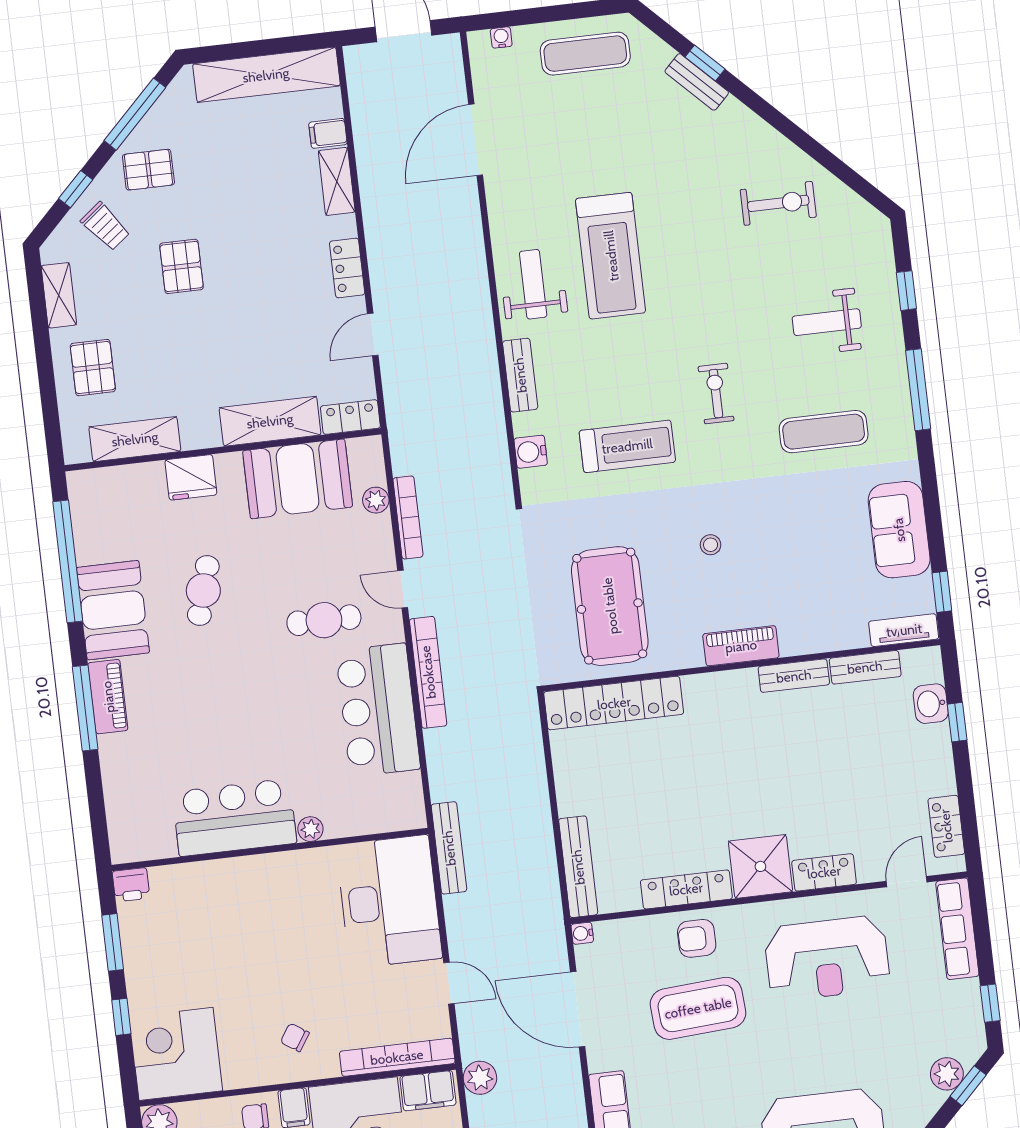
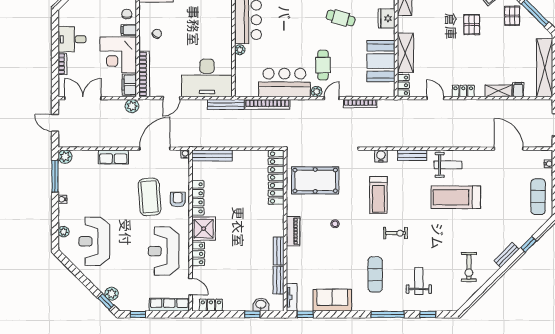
bench: (697, 82) -> (506, 255), moved
pallet: (181, 266) -> (472, 25), turned 90
plant: (376, 500) -> (317, 92), moved
bookcase: (428, 672) -> (267, 104), moved

